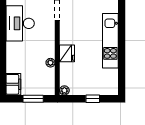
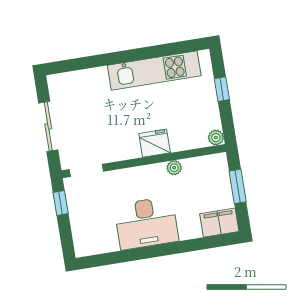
desk: (20, 23) -> (146, 223), moved
kitchen unit: (110, 41) -> (154, 71), moved

